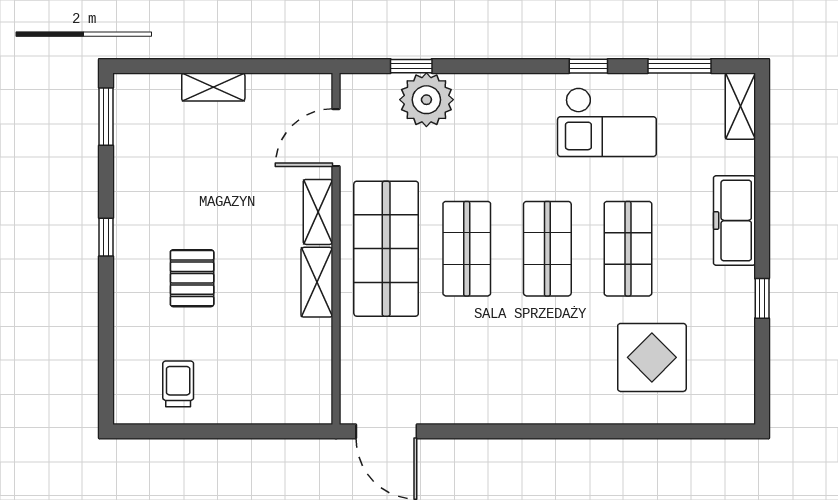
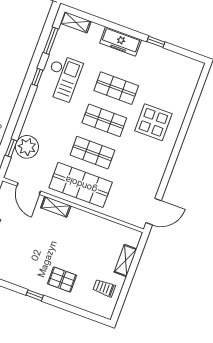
pallet: (192, 278) -> (62, 280), moved
shelving: (317, 282) -> (125, 261), moved, turned 90
display table: (652, 357) -> (153, 122), moved

